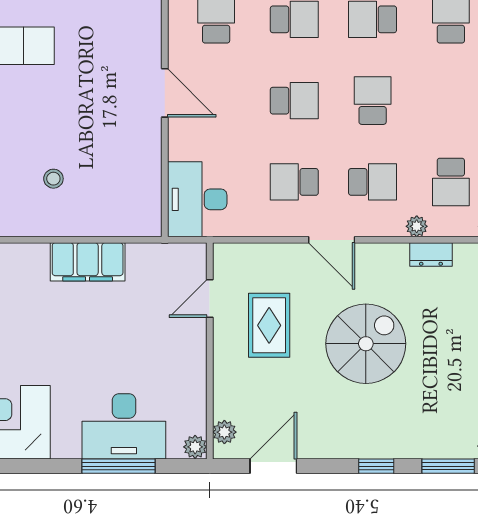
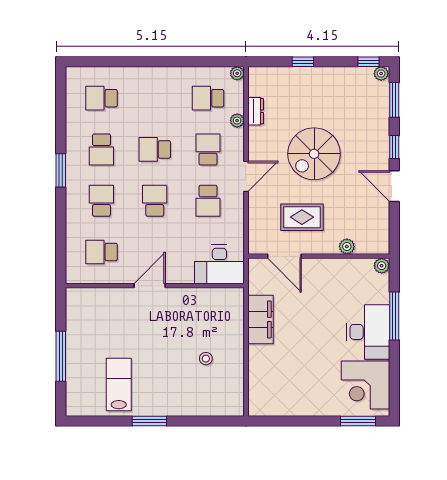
school desk: (451, 182) -> (208, 98), turned 180
filing cabinet: (88, 262) -> (260, 319), moved
door: (210, 299) -> (284, 256), width x1.38
spiral stairs: (366, 344) -> (314, 154), turned -90
desk: (124, 426) -> (368, 332), moved
plant: (224, 432) -> (347, 247), moved
door: (273, 466) -> (394, 186), moved

